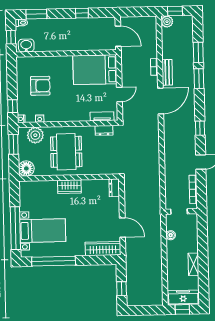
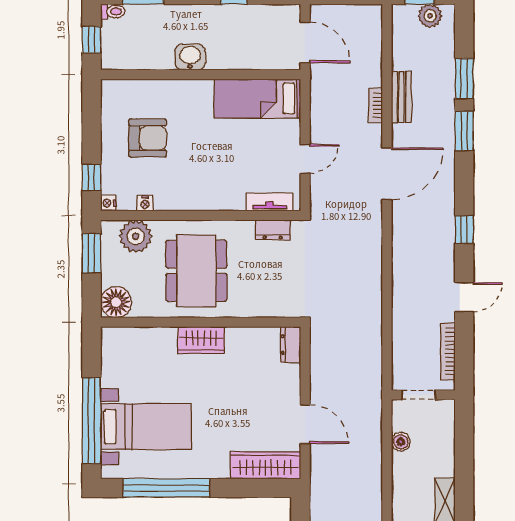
plant: (167, 22) -> (430, 16), moved
washbasin: (26, 45) -> (190, 57), moved
bed: (95, 70) -> (257, 99), width x0.67
bench: (167, 72) -> (401, 97), moved

